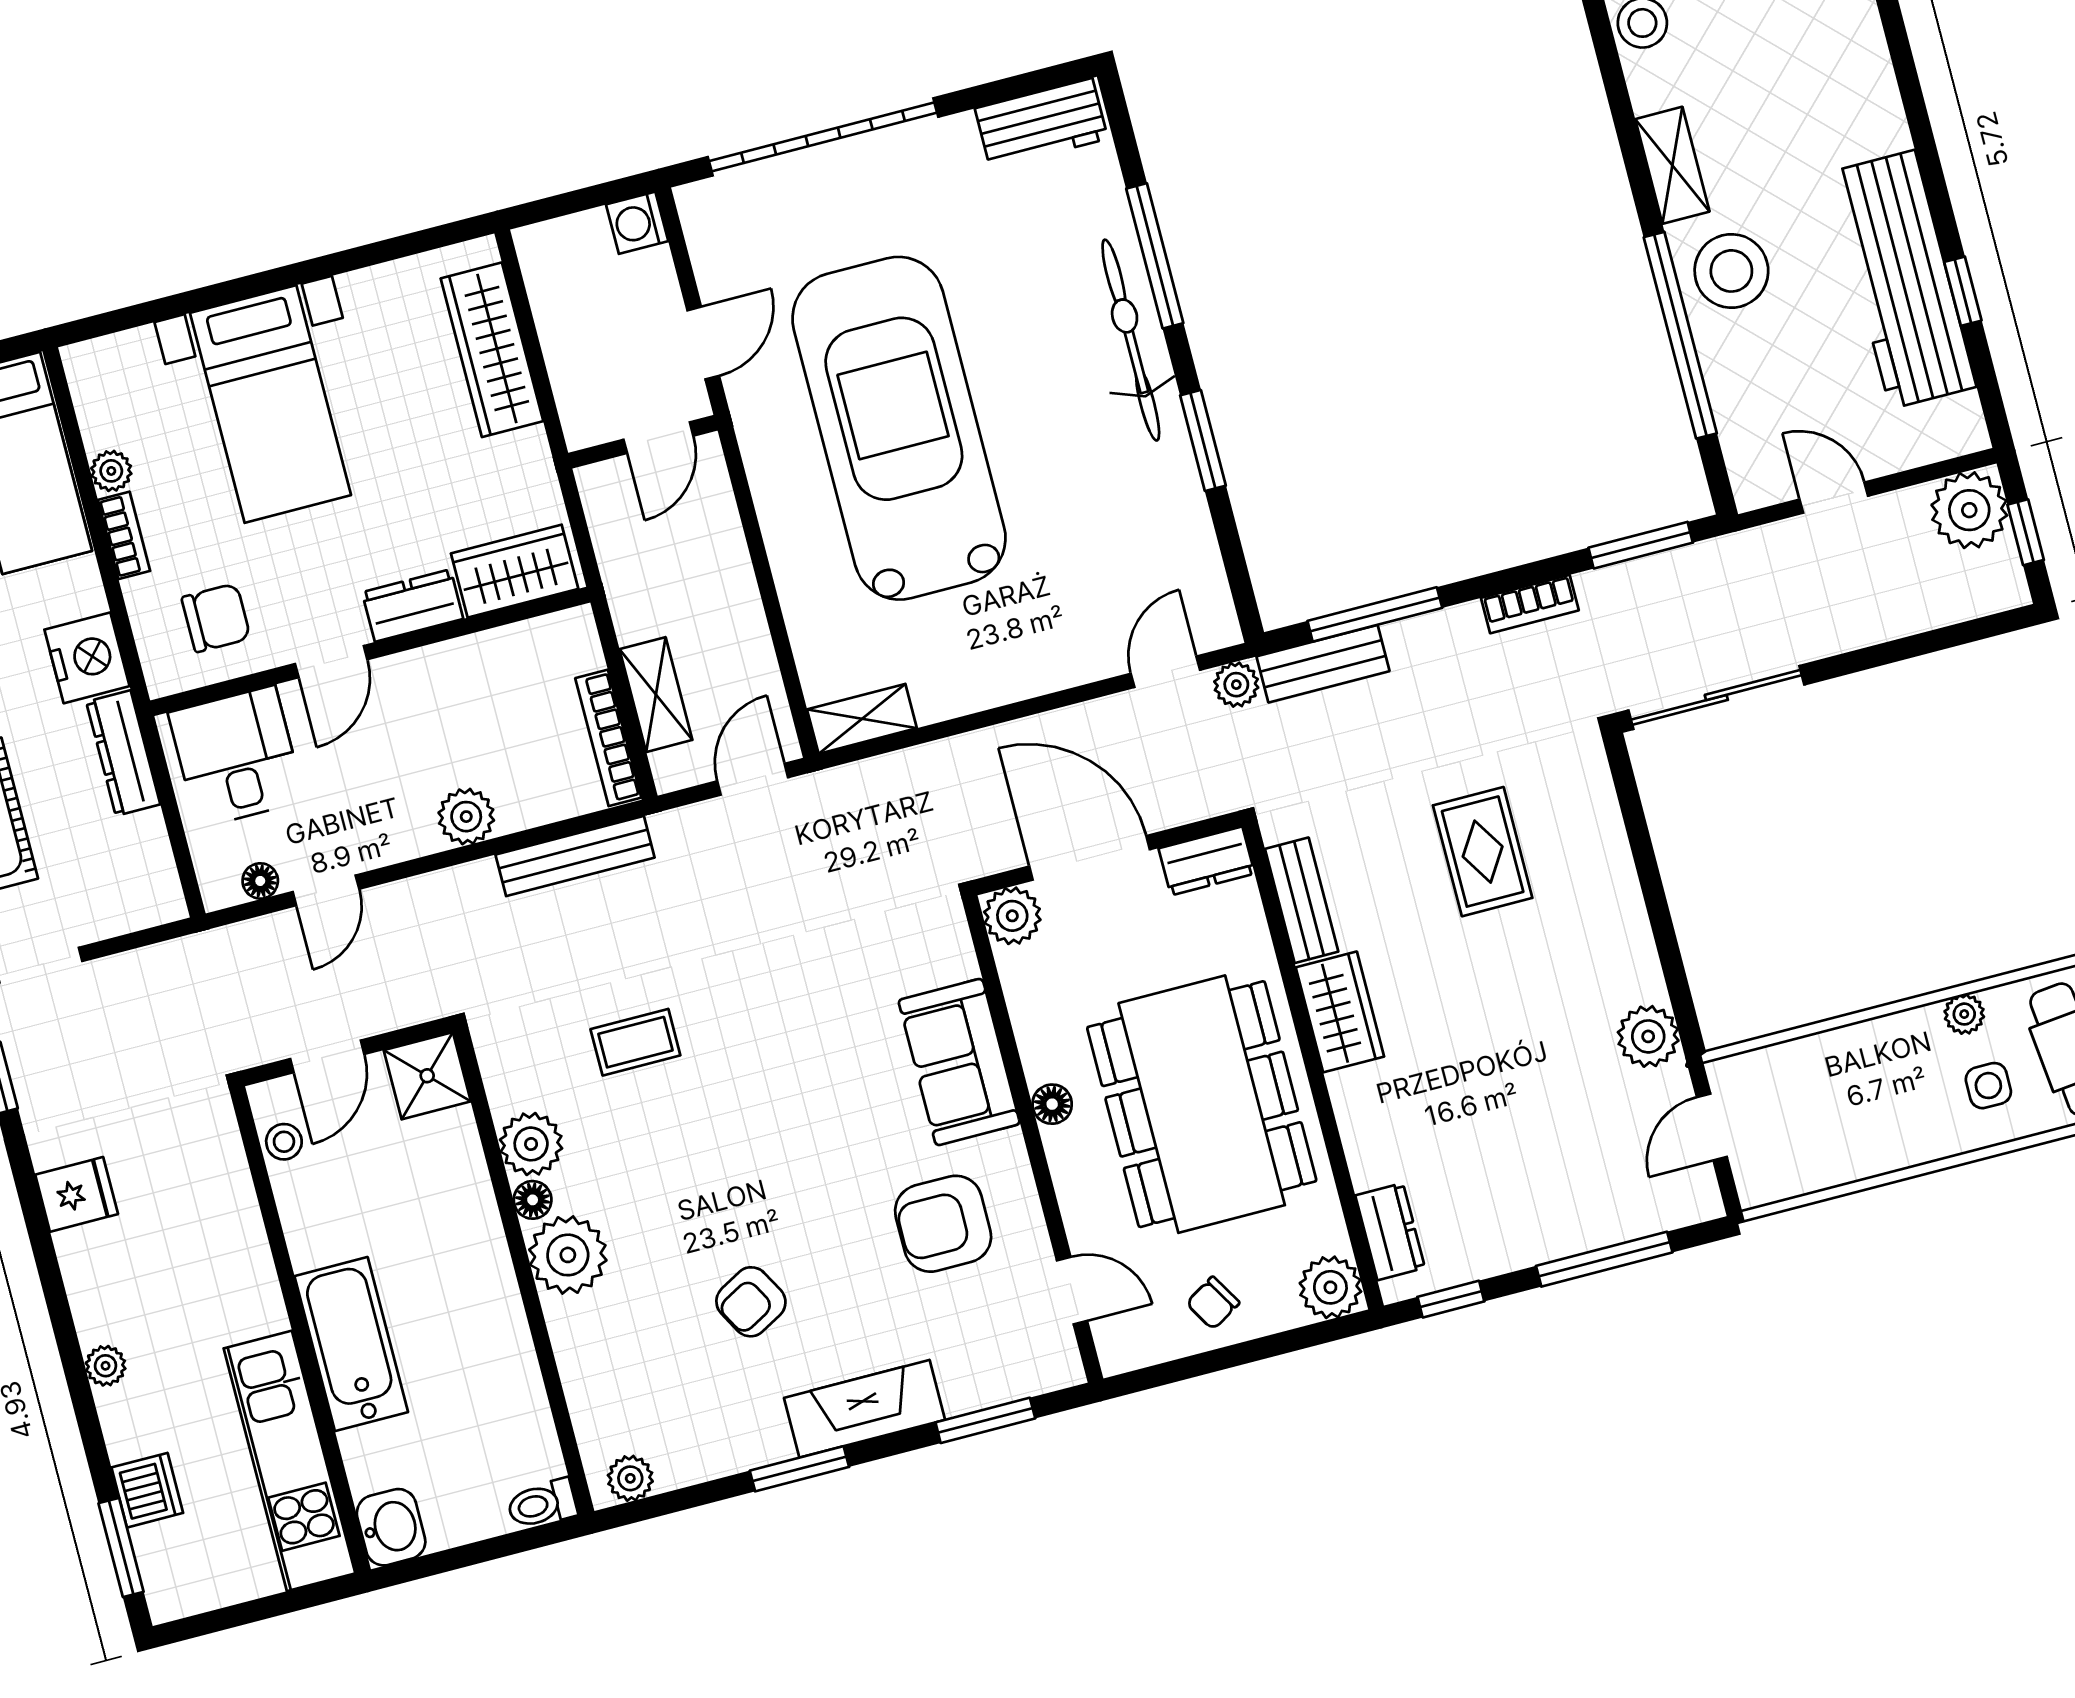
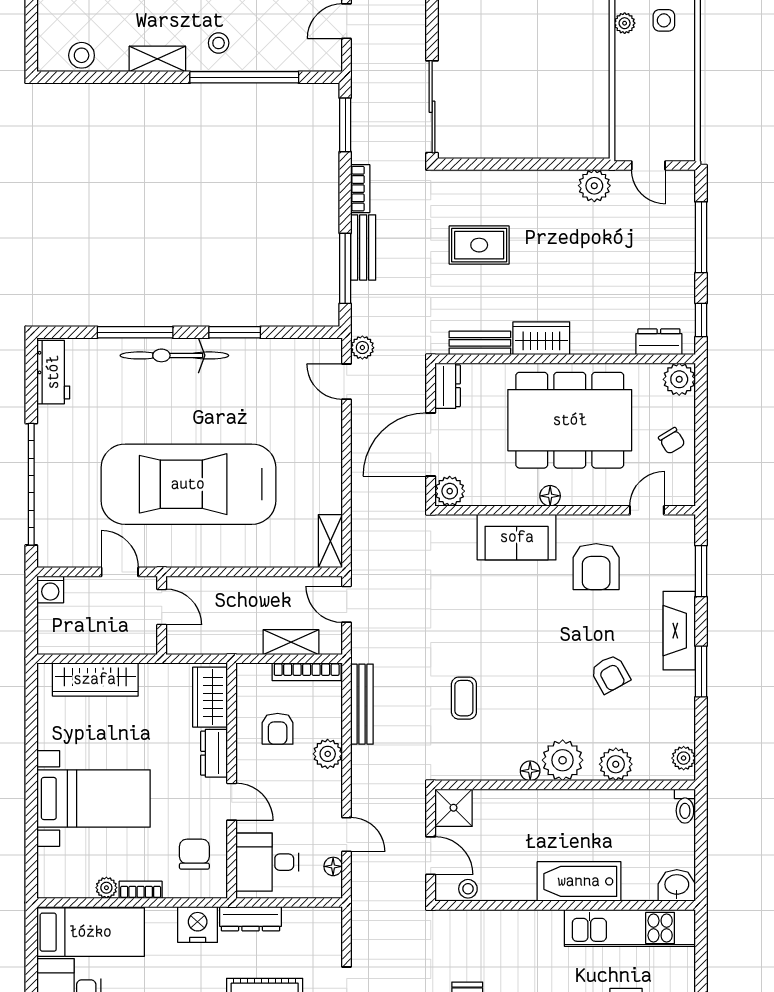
stool: (1731, 271) -> (219, 43), width x0.53, depth x0.53
bench: (1323, 664) -> (363, 247), moved
armchair: (489, 711) -> (278, 729), added
plant: (531, 1144) -> (616, 764), moved

